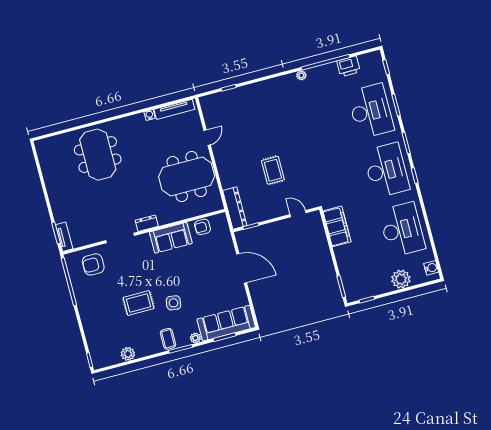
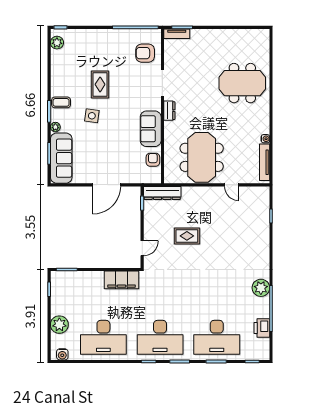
plant: (301, 75) -> (261, 288), width x1.88, depth x1.88
armchair: (93, 264) -> (145, 53), turned -90
plant: (128, 354) -> (57, 43), moved

